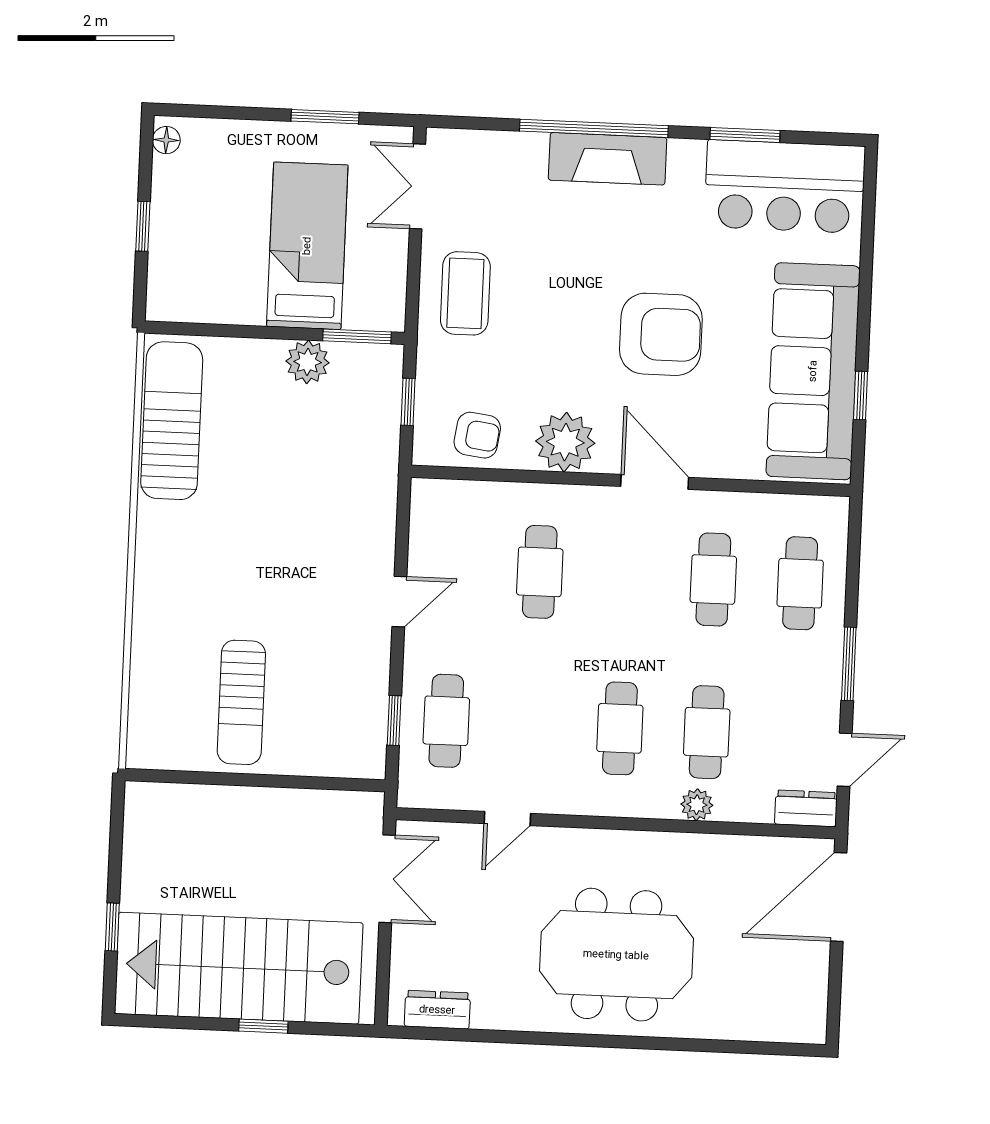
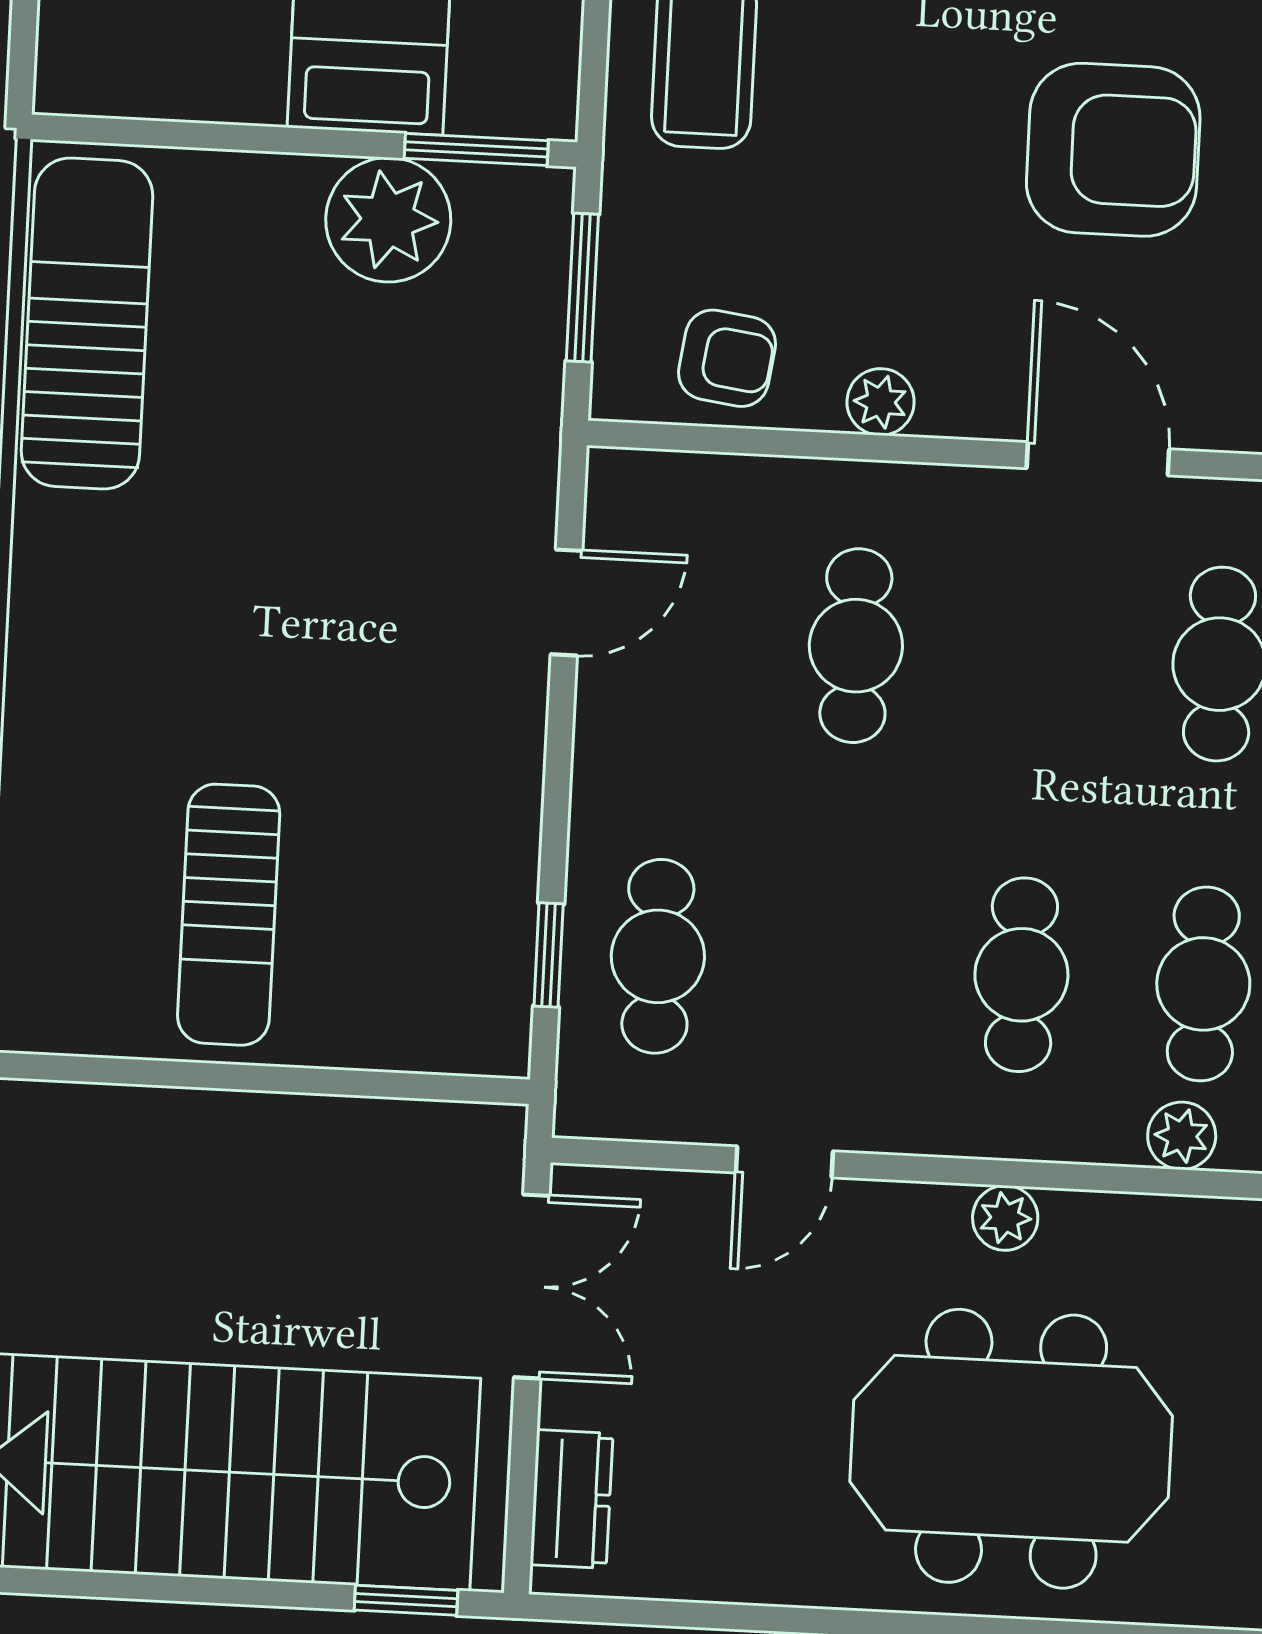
plant: (308, 362) -> (388, 220), width x1.36, depth x1.36
window: (408, 402) -> (582, 288), width x1.50
plant: (565, 442) -> (881, 402), width x0.53, depth x0.53
door: (399, 602) -> (566, 602), moved
plant: (613, 844) -> (1005, 1218), added
dresser: (437, 1010) -> (571, 1499), moved, turned 90
window: (263, 1026) -> (406, 1600), moved

